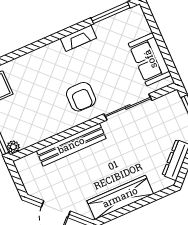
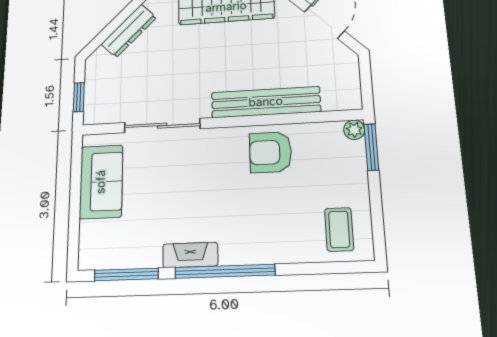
window: (55, 37) -> (225, 271), added
armchair: (81, 97) -> (270, 152), moved, turned -90

